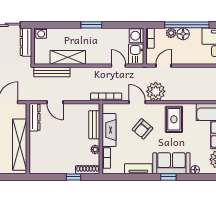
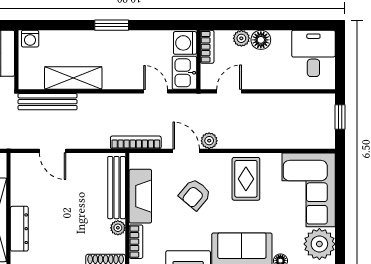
window: (187, 25) -> (267, 25), removed
plant: (156, 91) -> (209, 141), width x0.53, depth x0.53
dresser: (35, 117) -> (19, 229), moved
bench: (94, 125) -> (117, 188), width x1.36

